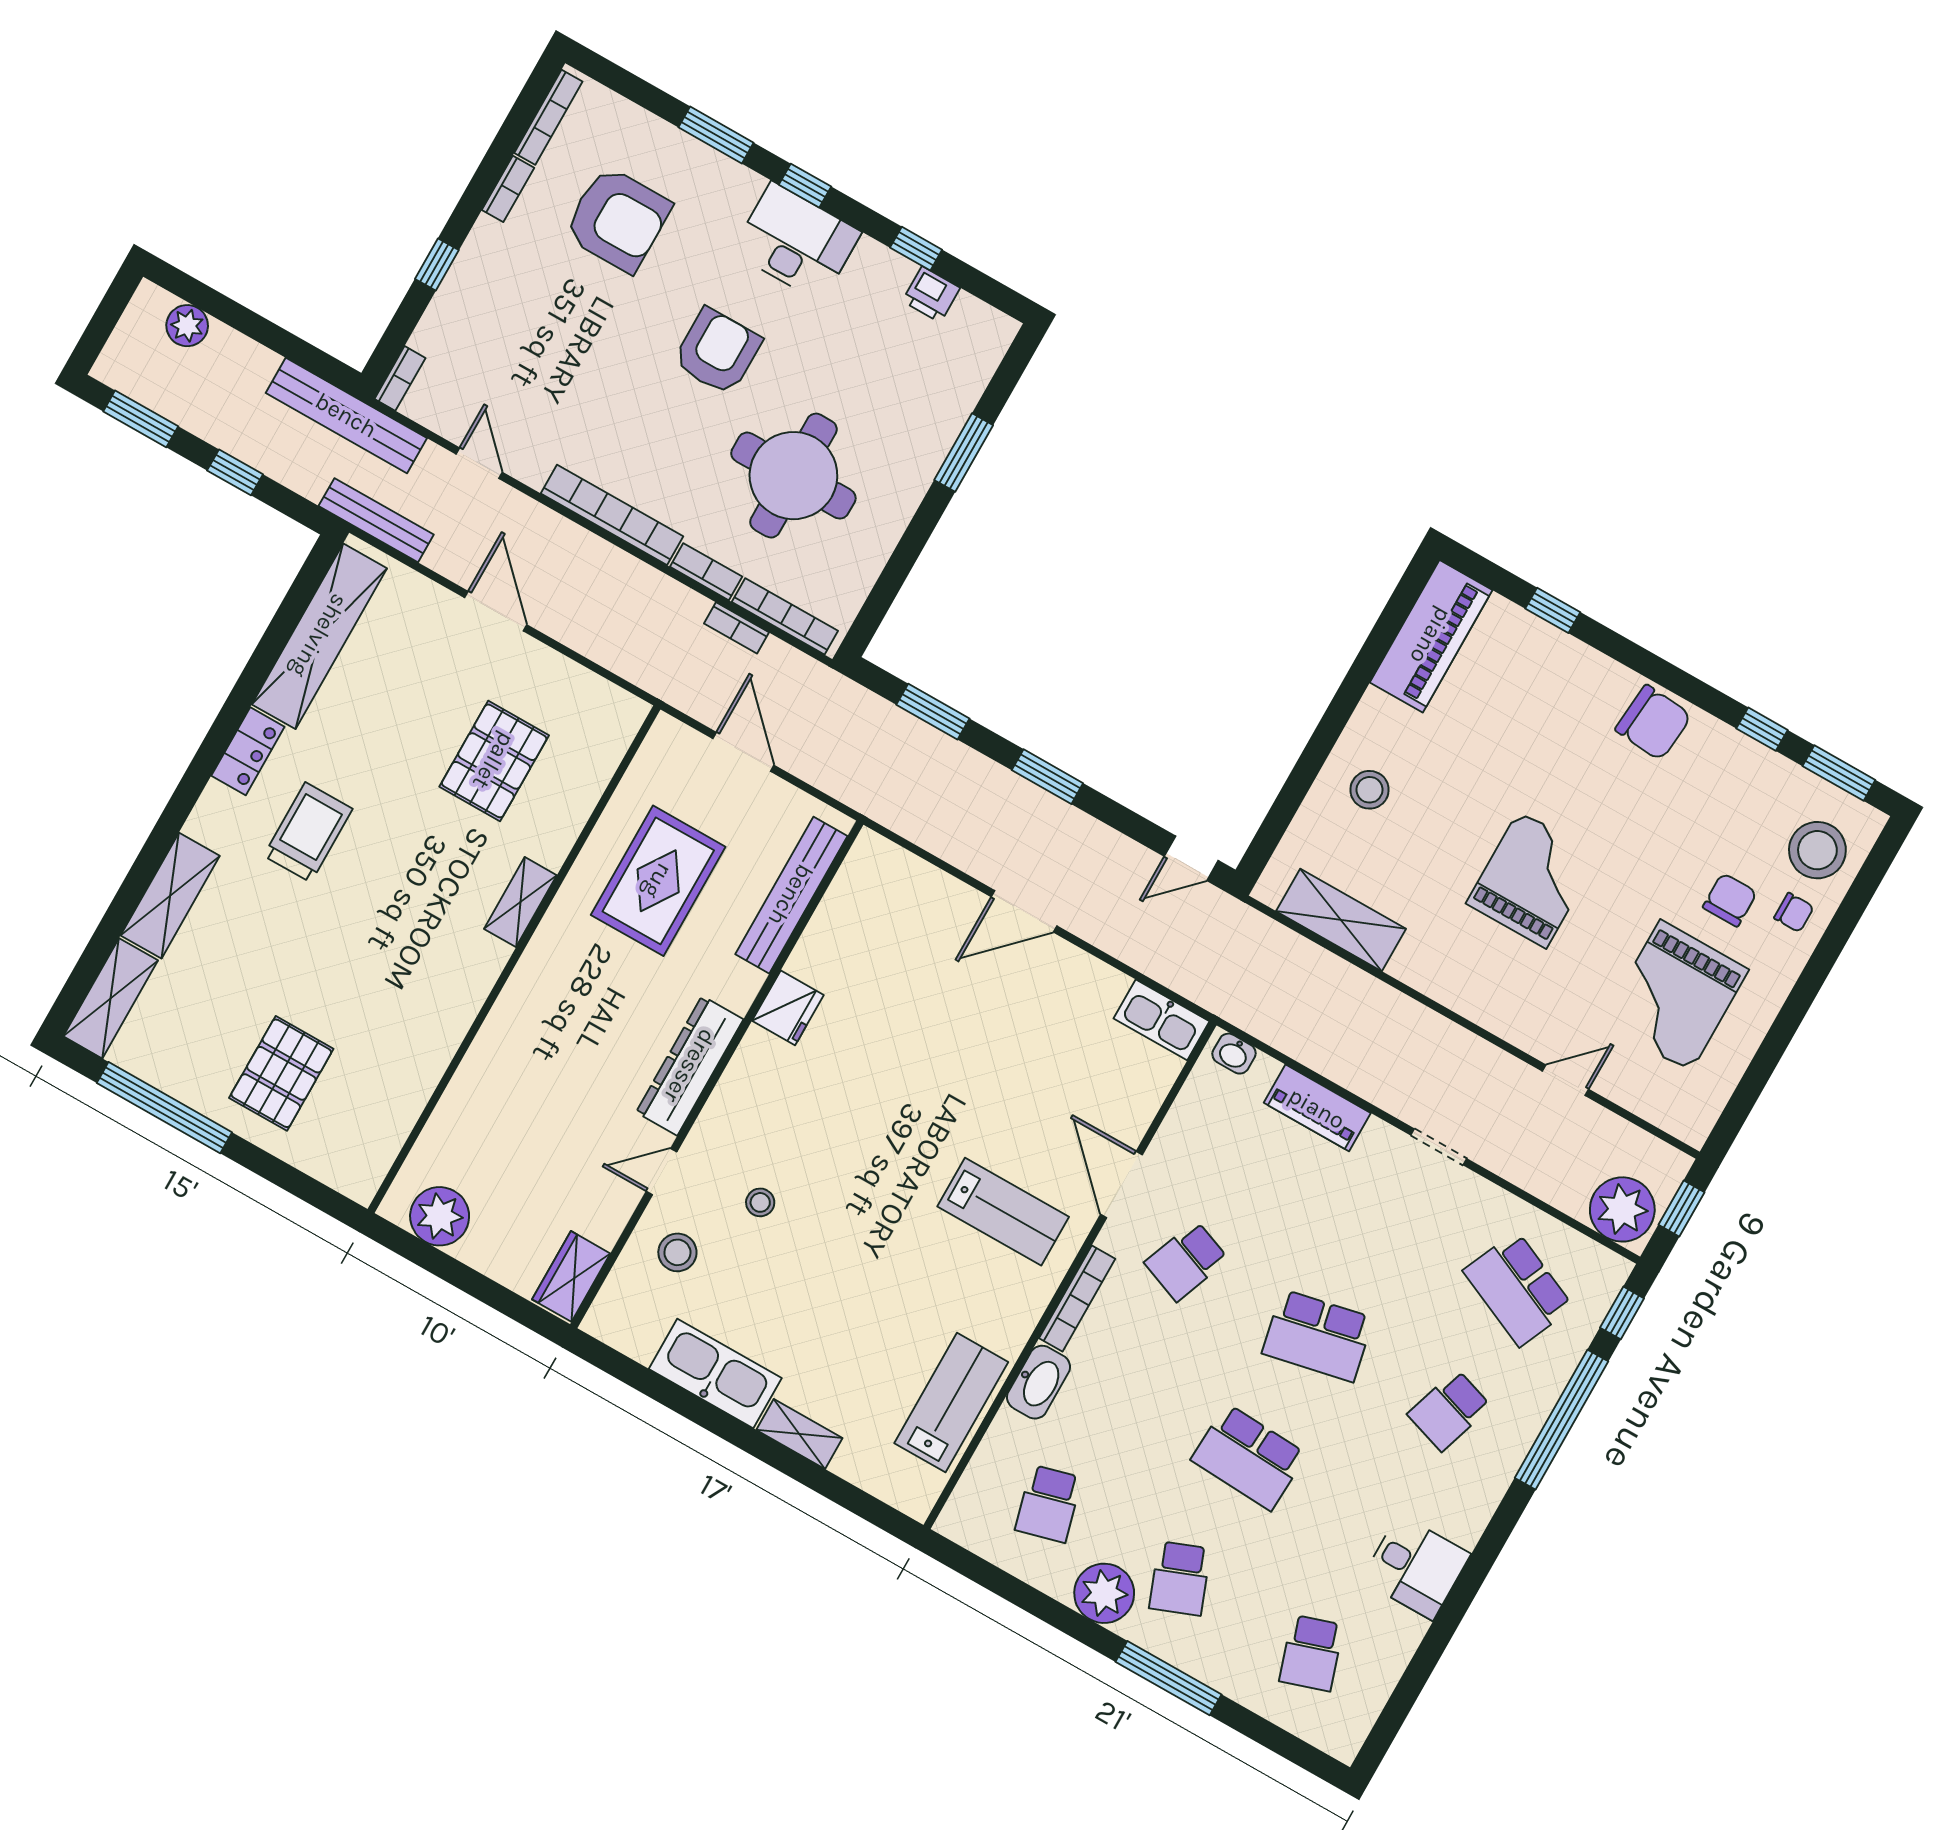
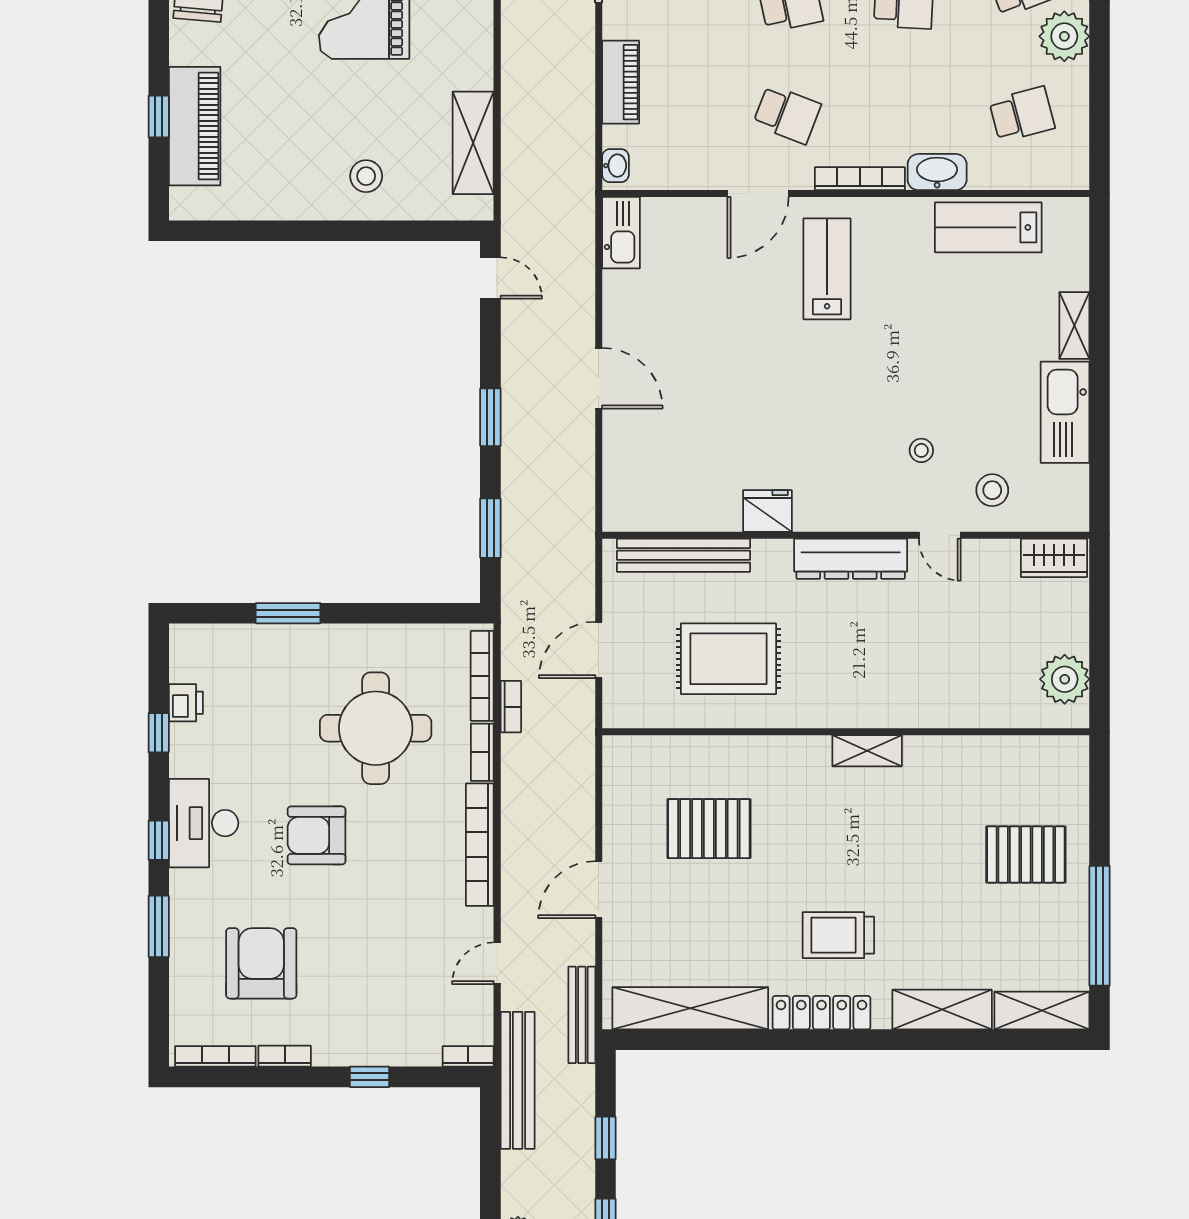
piano: (1431, 636) -> (195, 126), moved, turned 90
locker: (248, 751) -> (821, 1013), width x1.53
shelving: (520, 902) -> (867, 751), moved

